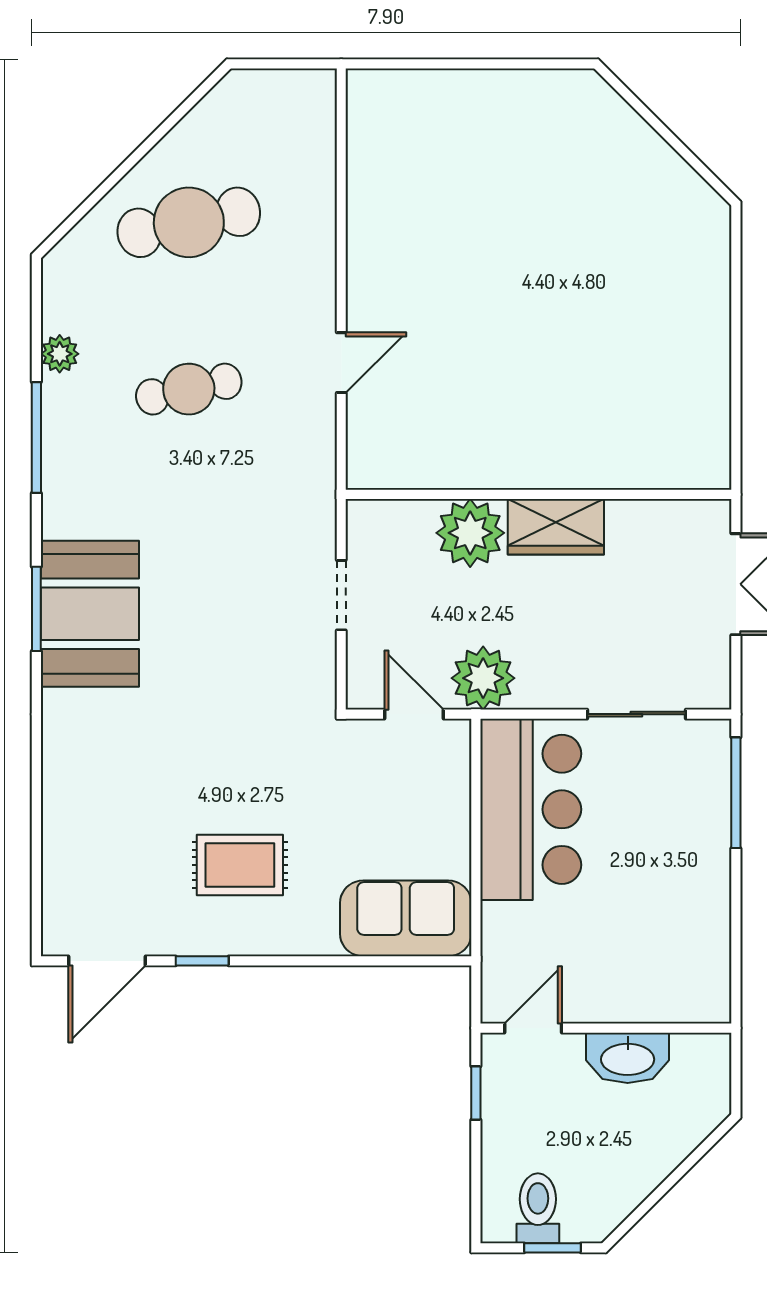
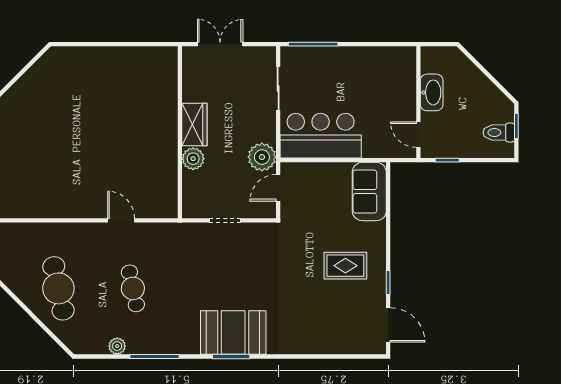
plant: (470, 533) -> (193, 159), width x0.73, depth x0.73
rug: (240, 865) -> (345, 266), turned 90

